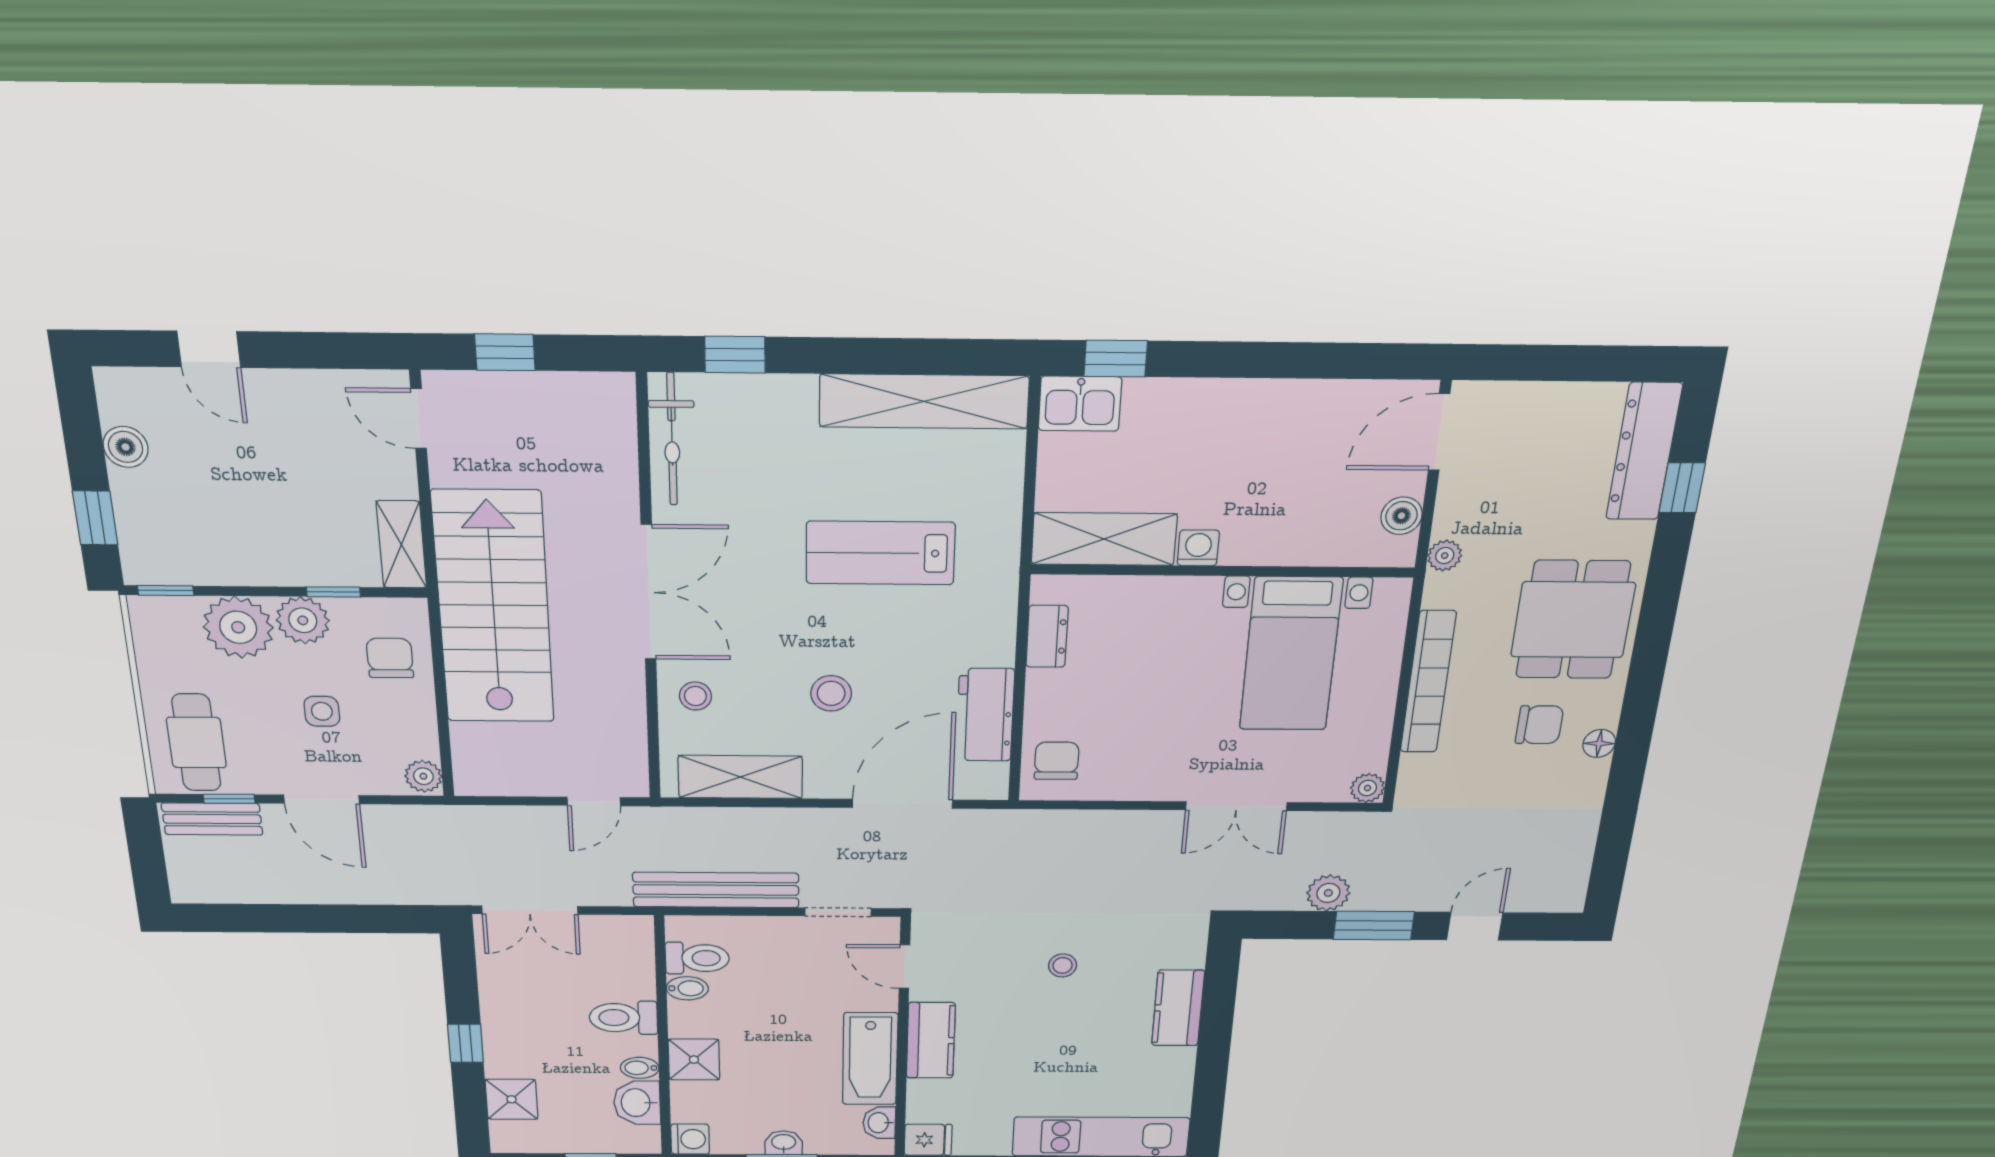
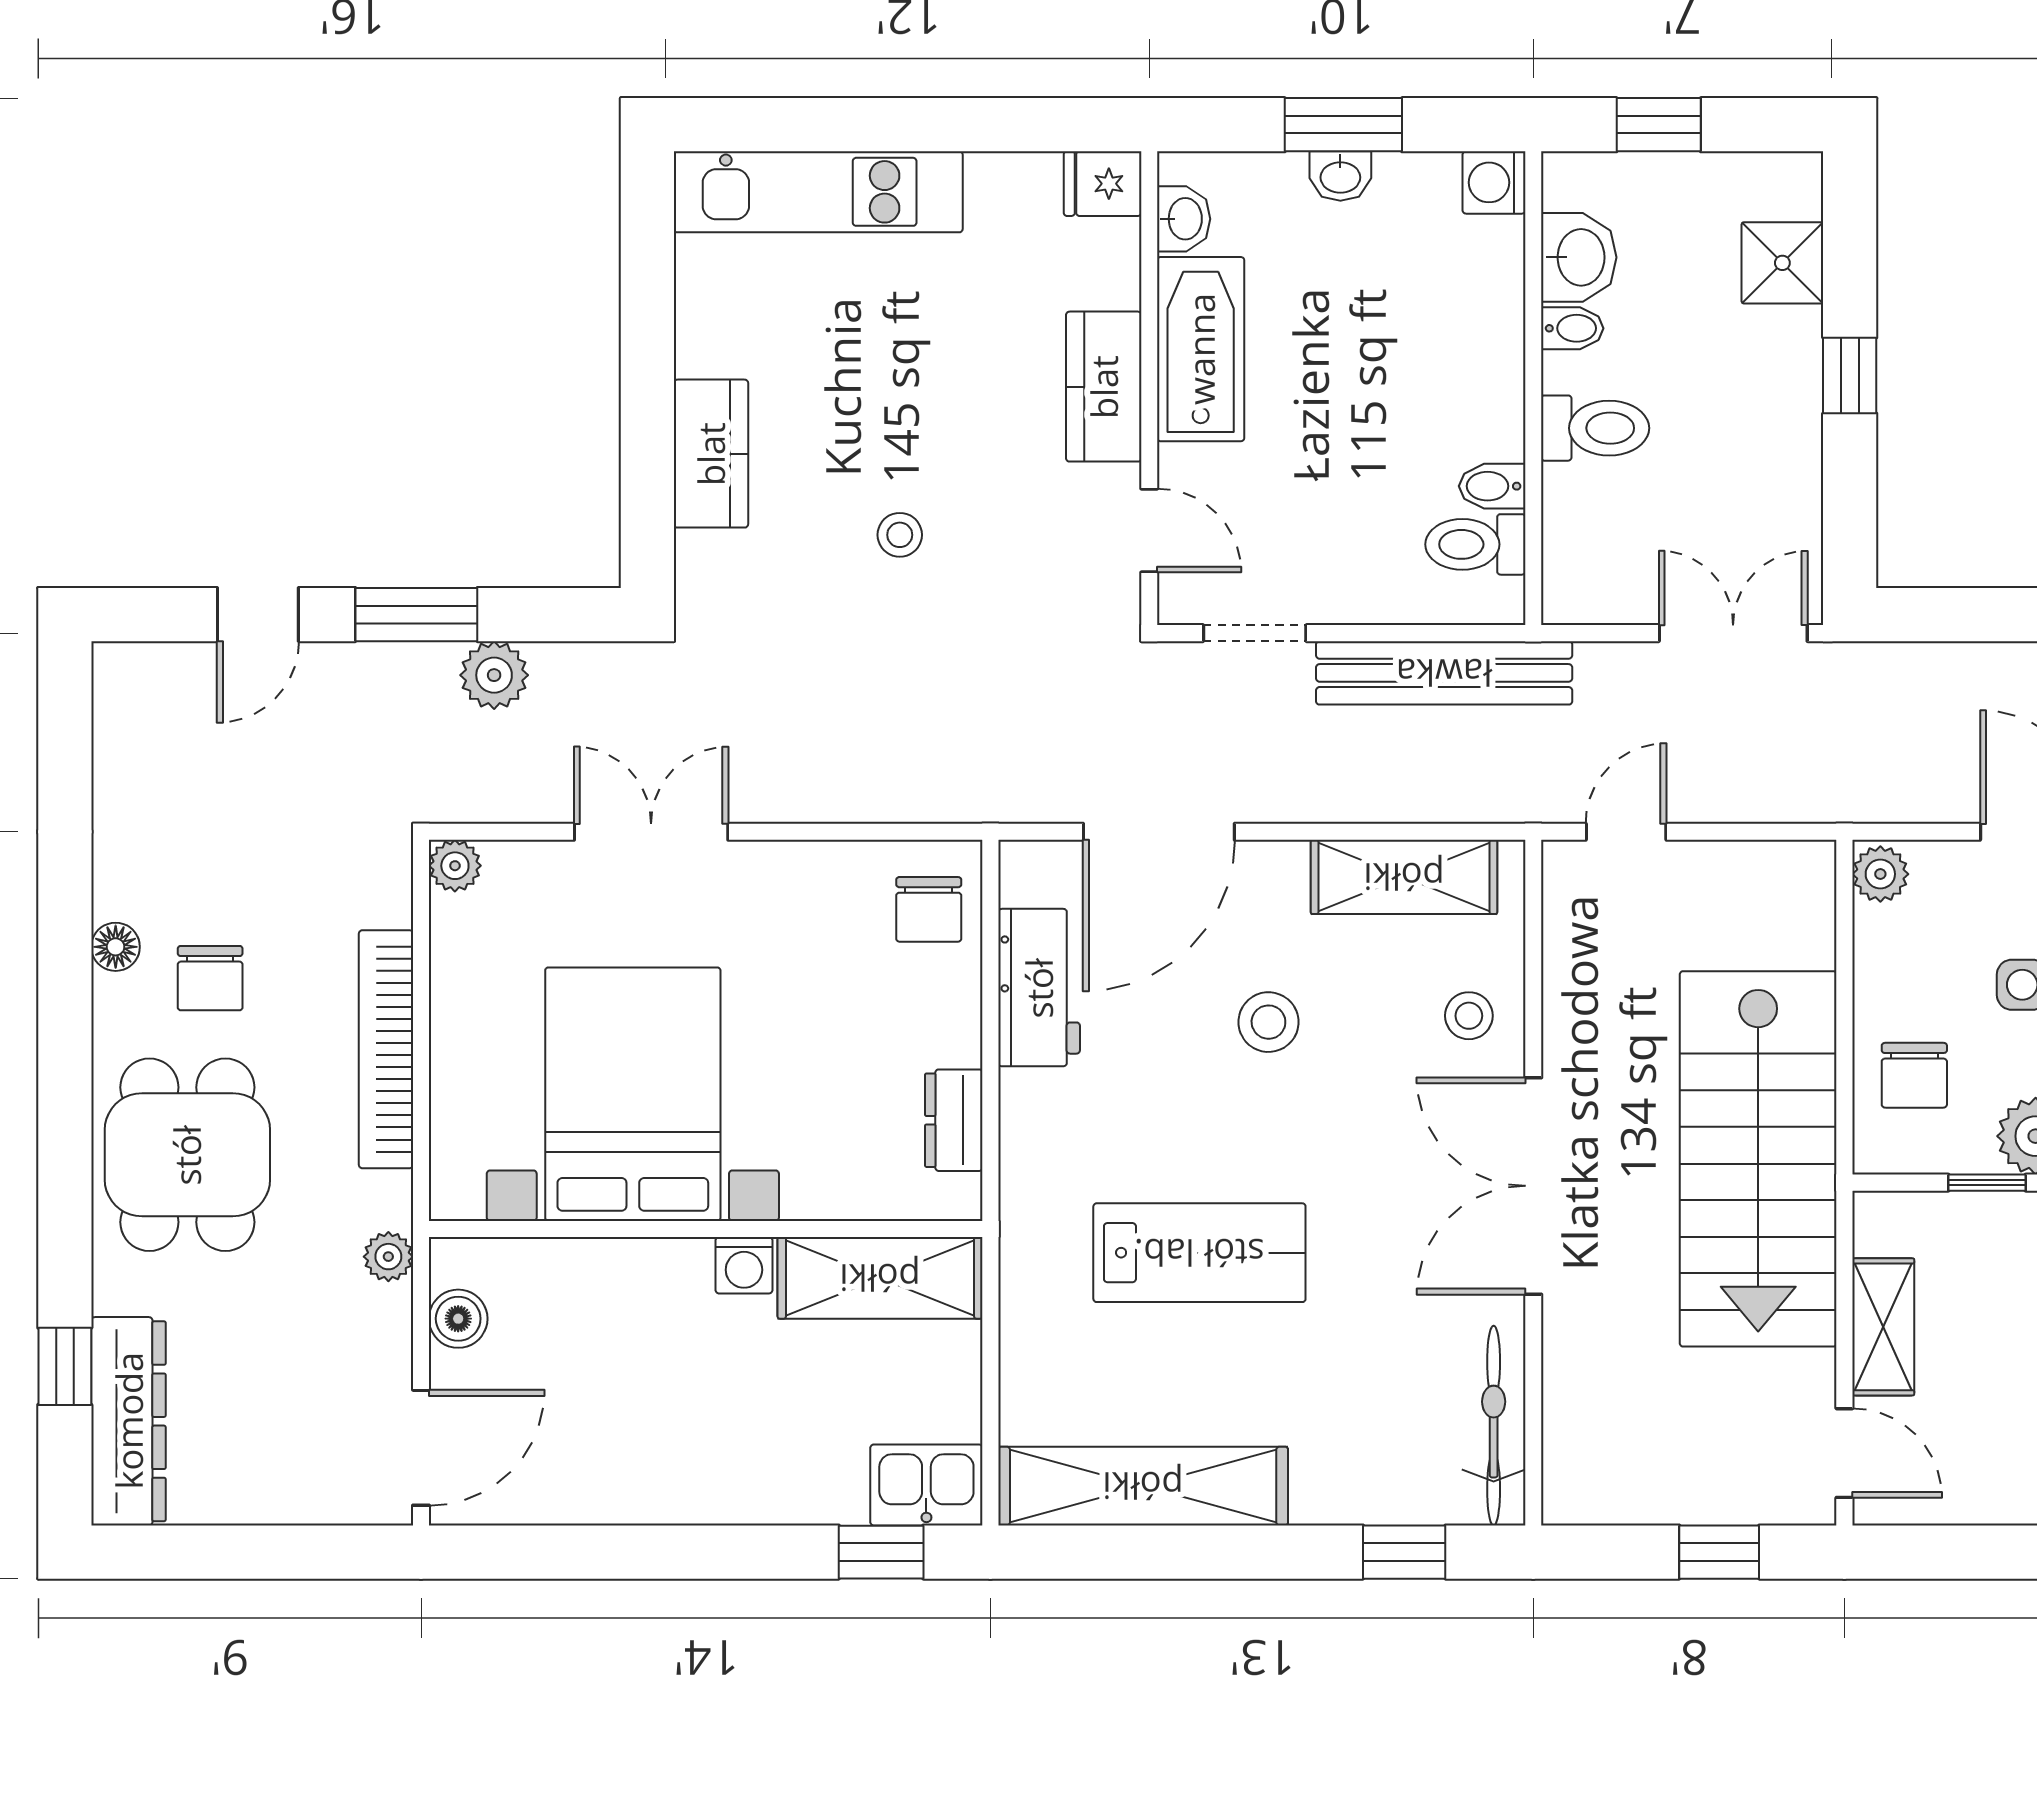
shelving: (401, 545) -> (1883, 1327), moved
bed with nightstands: (1291, 654) -> (633, 1094), width x1.36
chair: (1539, 725) -> (210, 978), turned -90
shower: (694, 1060) -> (1484, 346), removed

